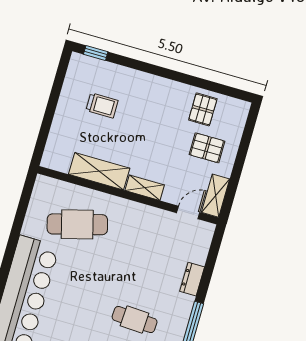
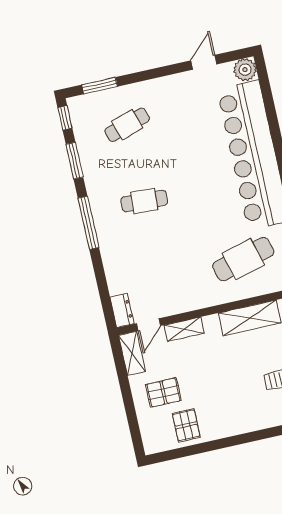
shelving: (145, 188) -> (184, 329), moved
dresser: (192, 279) -> (122, 310), moved

